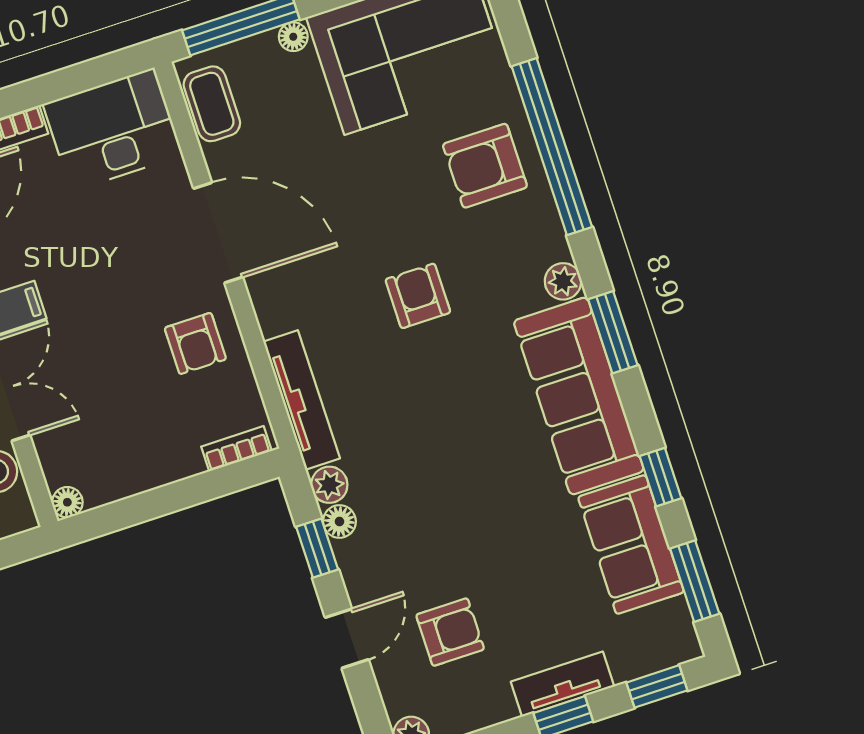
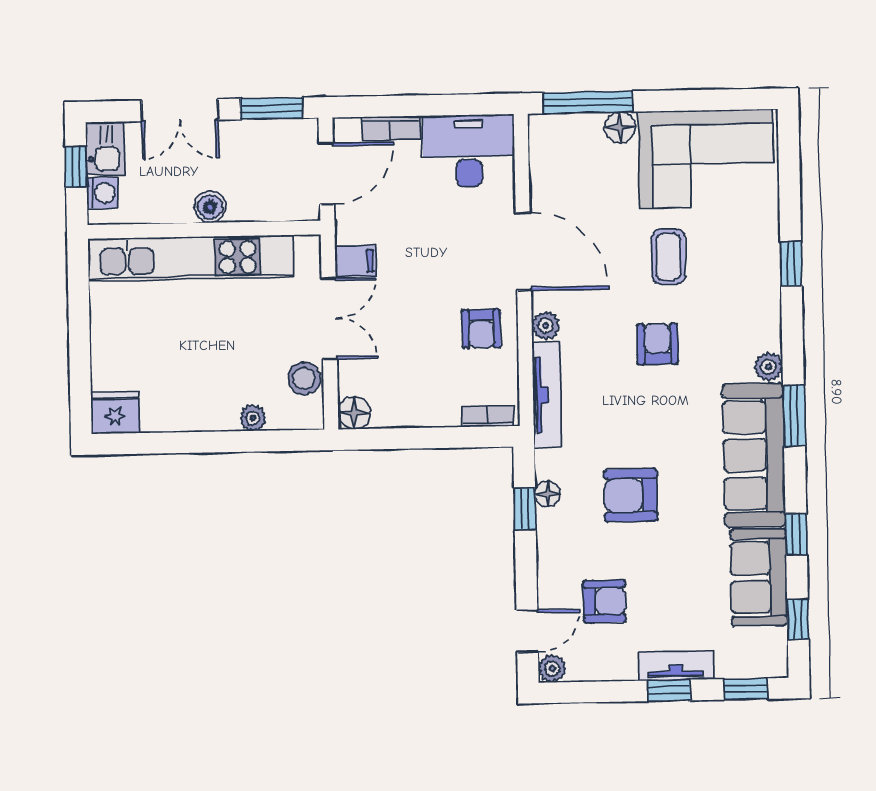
floor lamp: (293, 37) -> (620, 127), width x1.37, depth x1.37
coffee table: (212, 104) -> (668, 257), moved
window: (552, 147) -> (791, 264), width x0.32
armchair: (485, 166) -> (631, 495), moved
plant: (329, 485) -> (546, 326), moved
floor lamp: (67, 502) -> (354, 413), width x1.37, depth x1.37
window: (695, 581) -> (798, 619), width x0.67
door: (347, 638) -> (527, 631), moved

